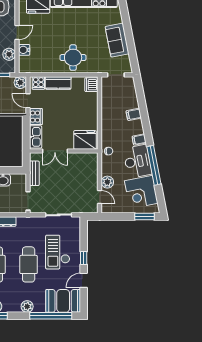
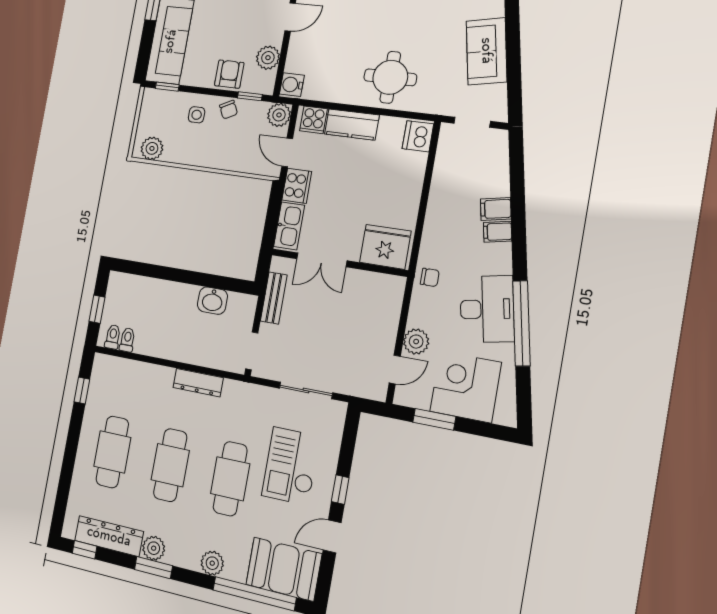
water cooler: (24, 50) -> (292, 85), moved
filing cabinet: (139, 140) -> (498, 232), moved
corner desk: (141, 192) -> (466, 387), moved, turned 101
door: (100, 197) -> (395, 370), hinge flipped
window: (145, 217) -> (434, 419), moved

